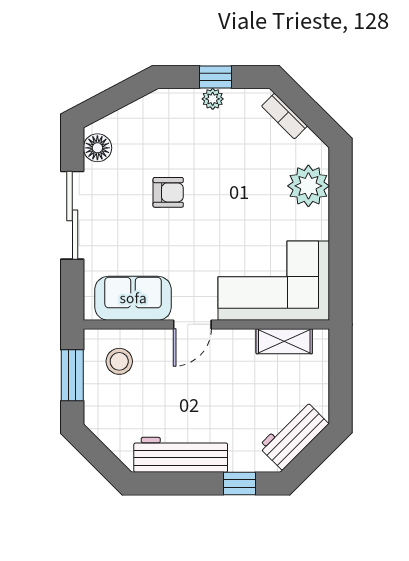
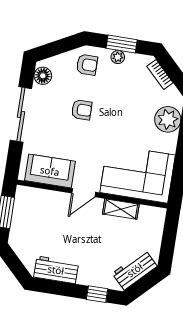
window: (215, 77) -> (122, 44), width x1.50
armchair: (165, 119) -> (87, 65), added
shelving: (284, 341) -> (121, 209), moved
stool: (119, 361) -> (35, 208), removed
workbench: (181, 455) -> (56, 270), width x0.73

